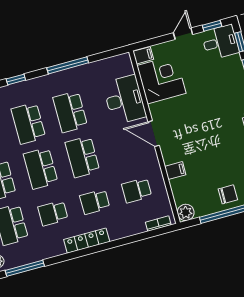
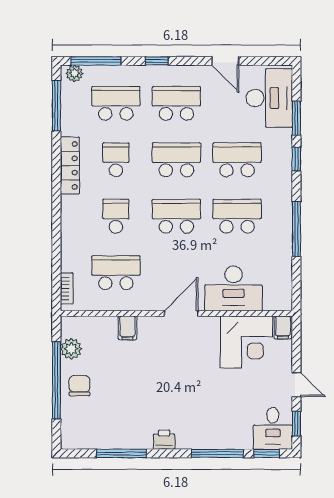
school desk: (137, 190) -> (116, 273), width x1.85
chair: (228, 194) -> (79, 386), turned 180
plant: (186, 212) -> (71, 349), moved
locker: (87, 241) -> (70, 166), moved

